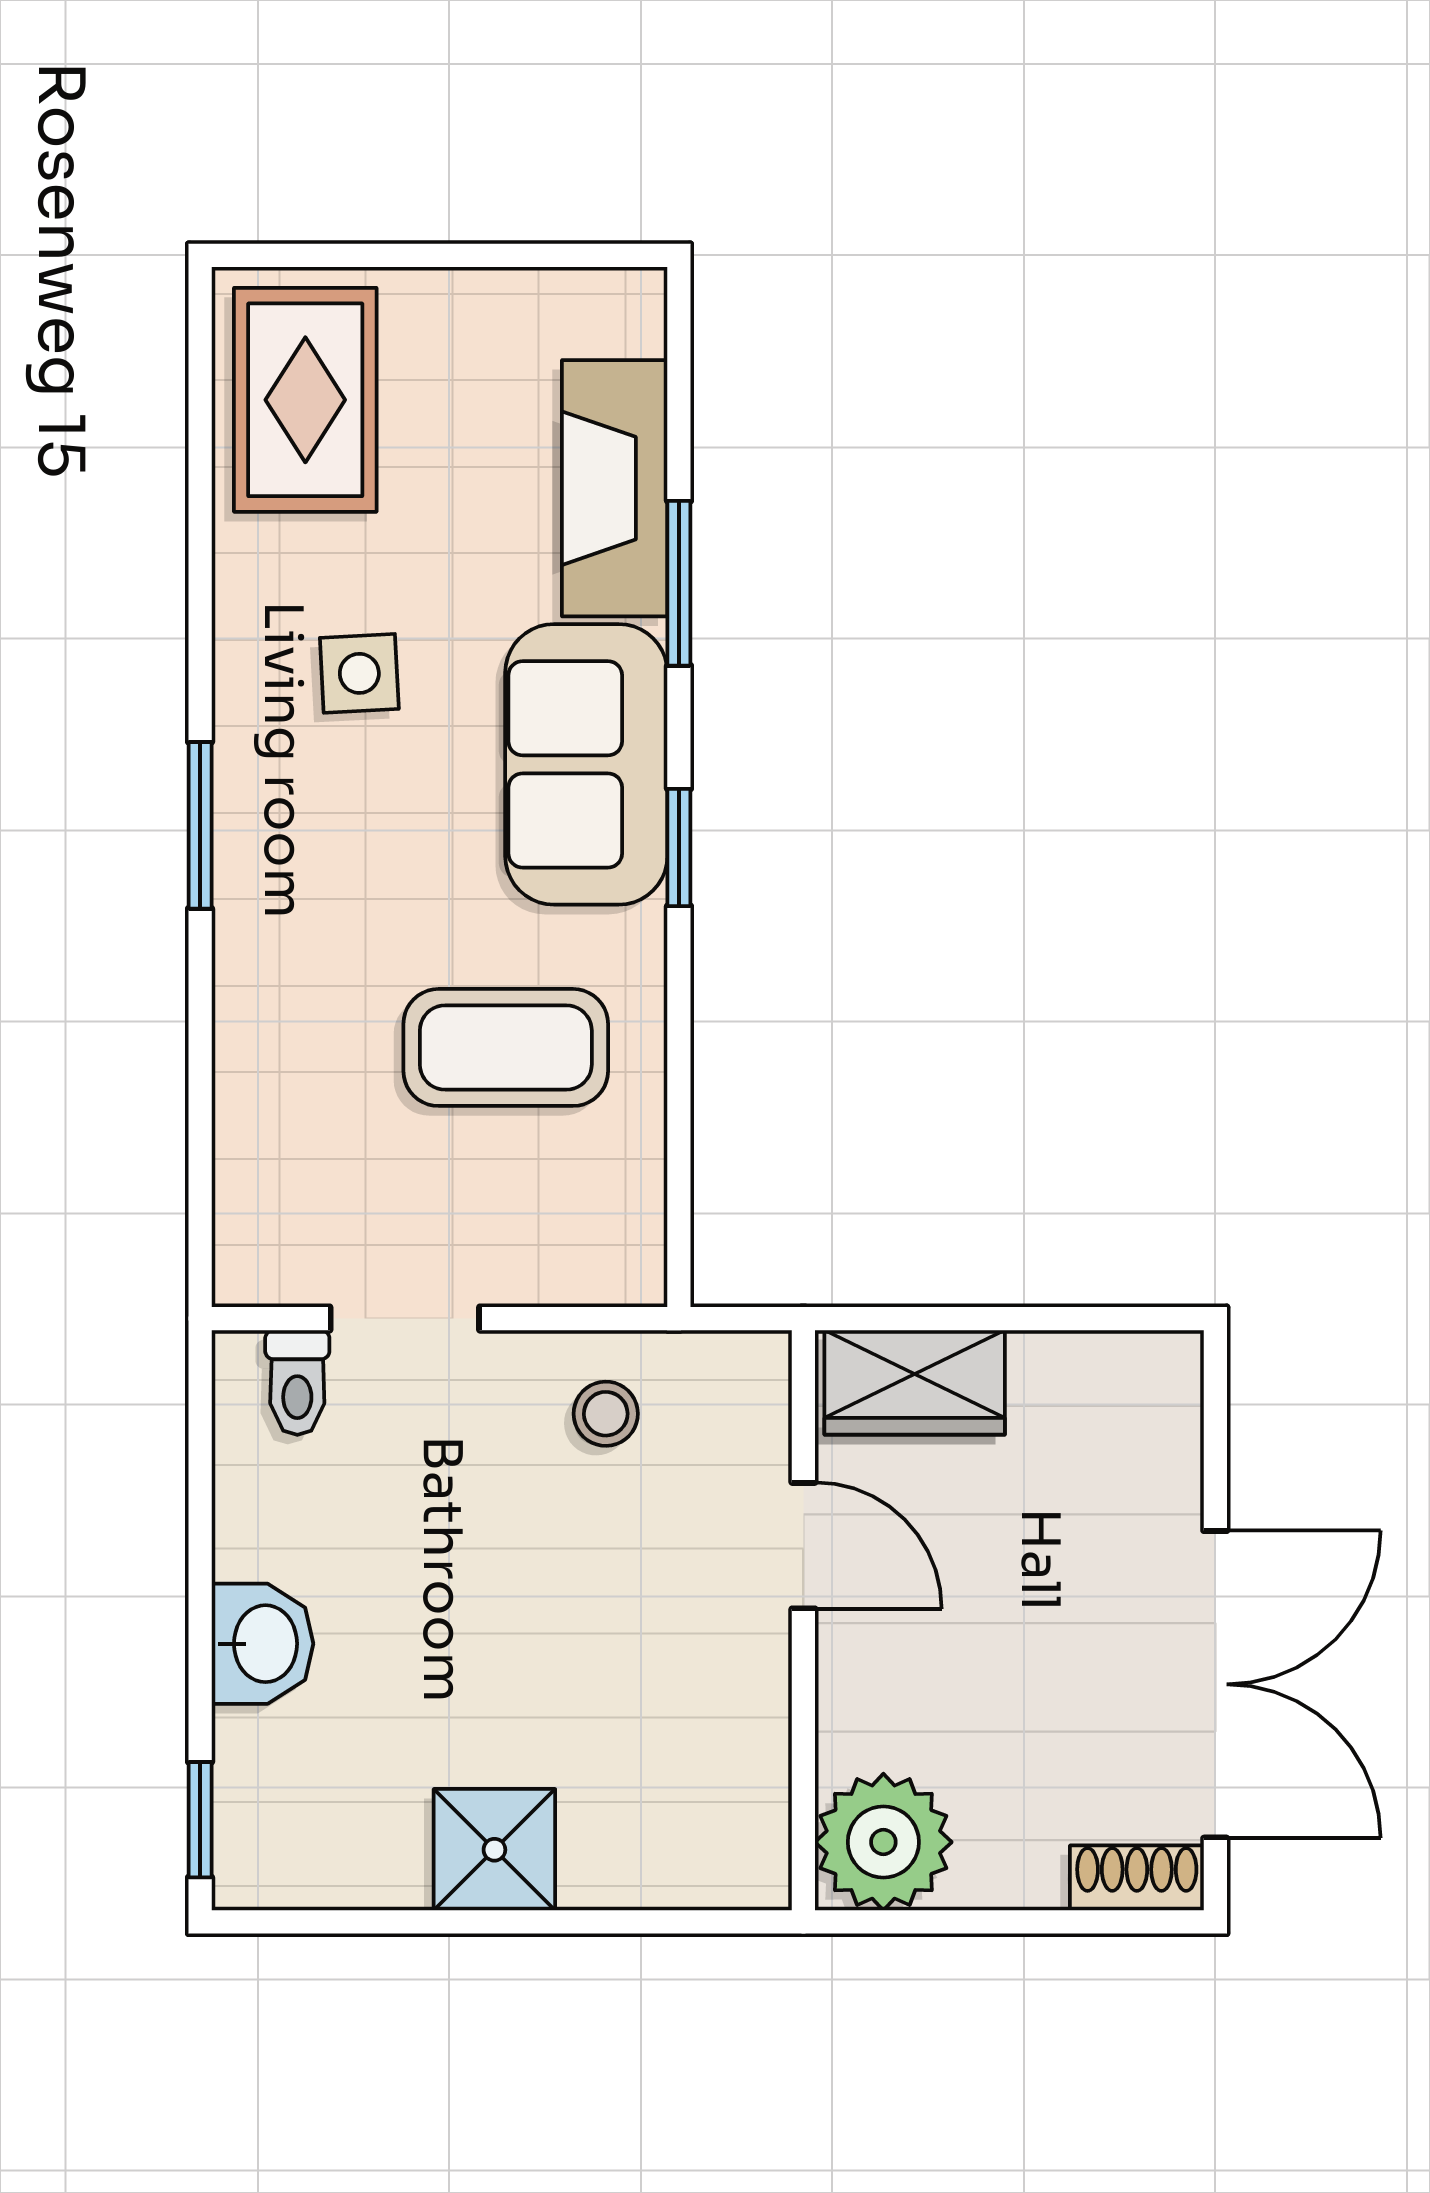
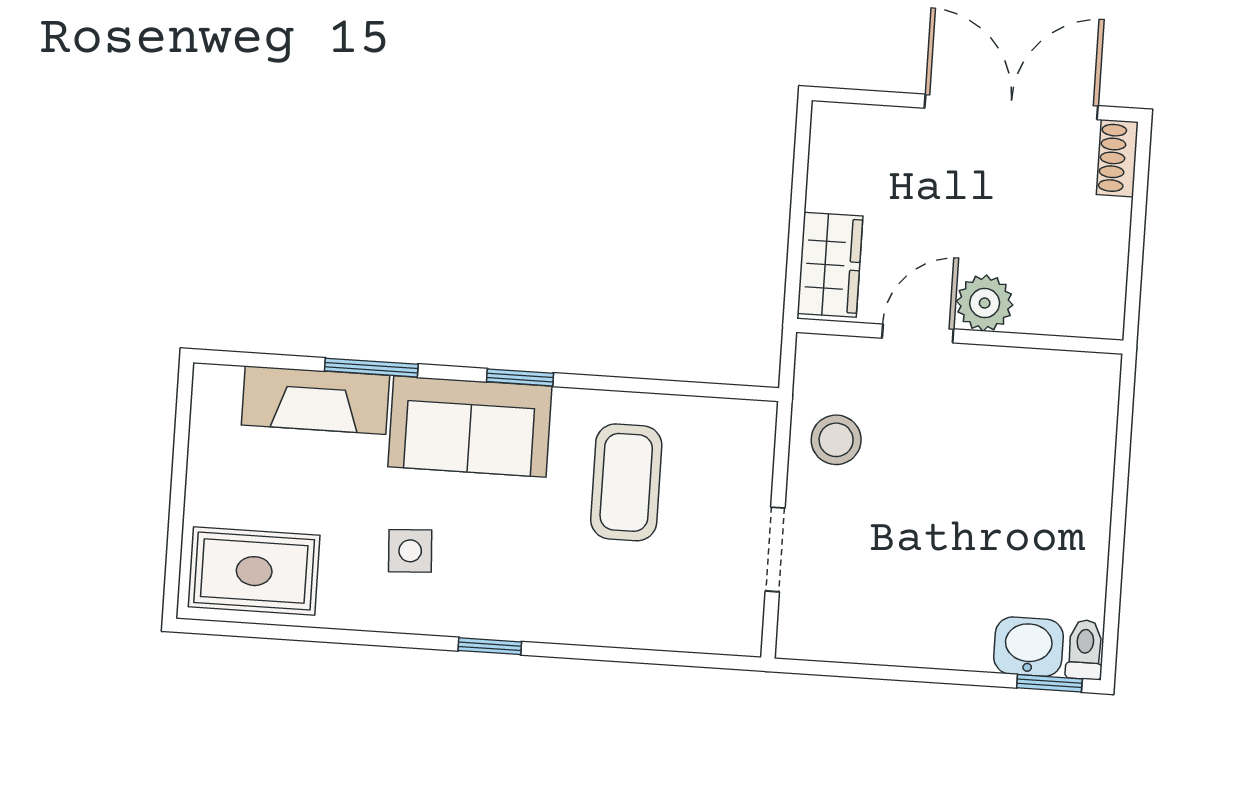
window: (200, 825) -> (490, 646), width x0.67
toilet: (297, 1382) -> (1085, 650), moved, turned -90
stool: (606, 1414) -> (836, 440), width x1.37, depth x1.37
washbasin: (262, 1644) -> (1028, 647), moved
plant: (883, 1842) -> (985, 303), moved, width x0.73, depth x0.73
shower: (494, 1850) -> (1077, 519), removed

